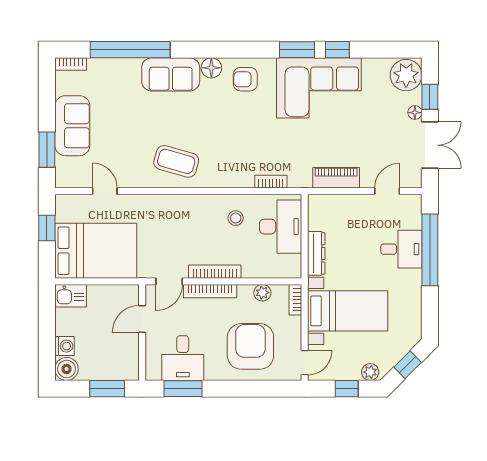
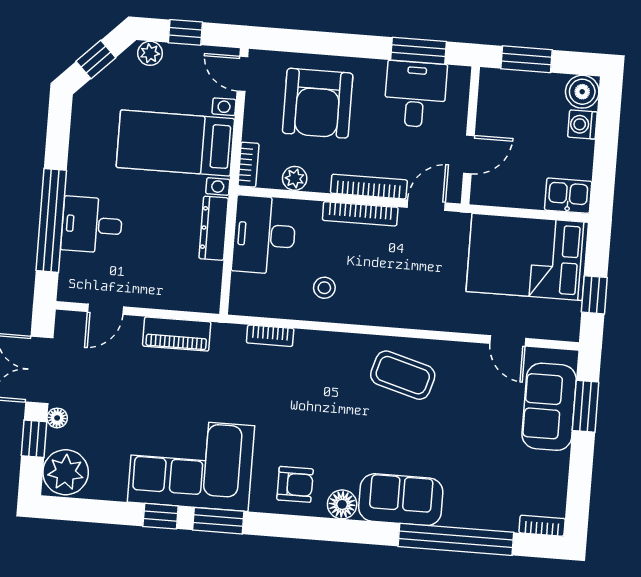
sofa: (72, 126) -> (549, 407), moved
desk: (281, 227) -> (264, 235), moved
door: (305, 363) -> (242, 74), hinge flipped

